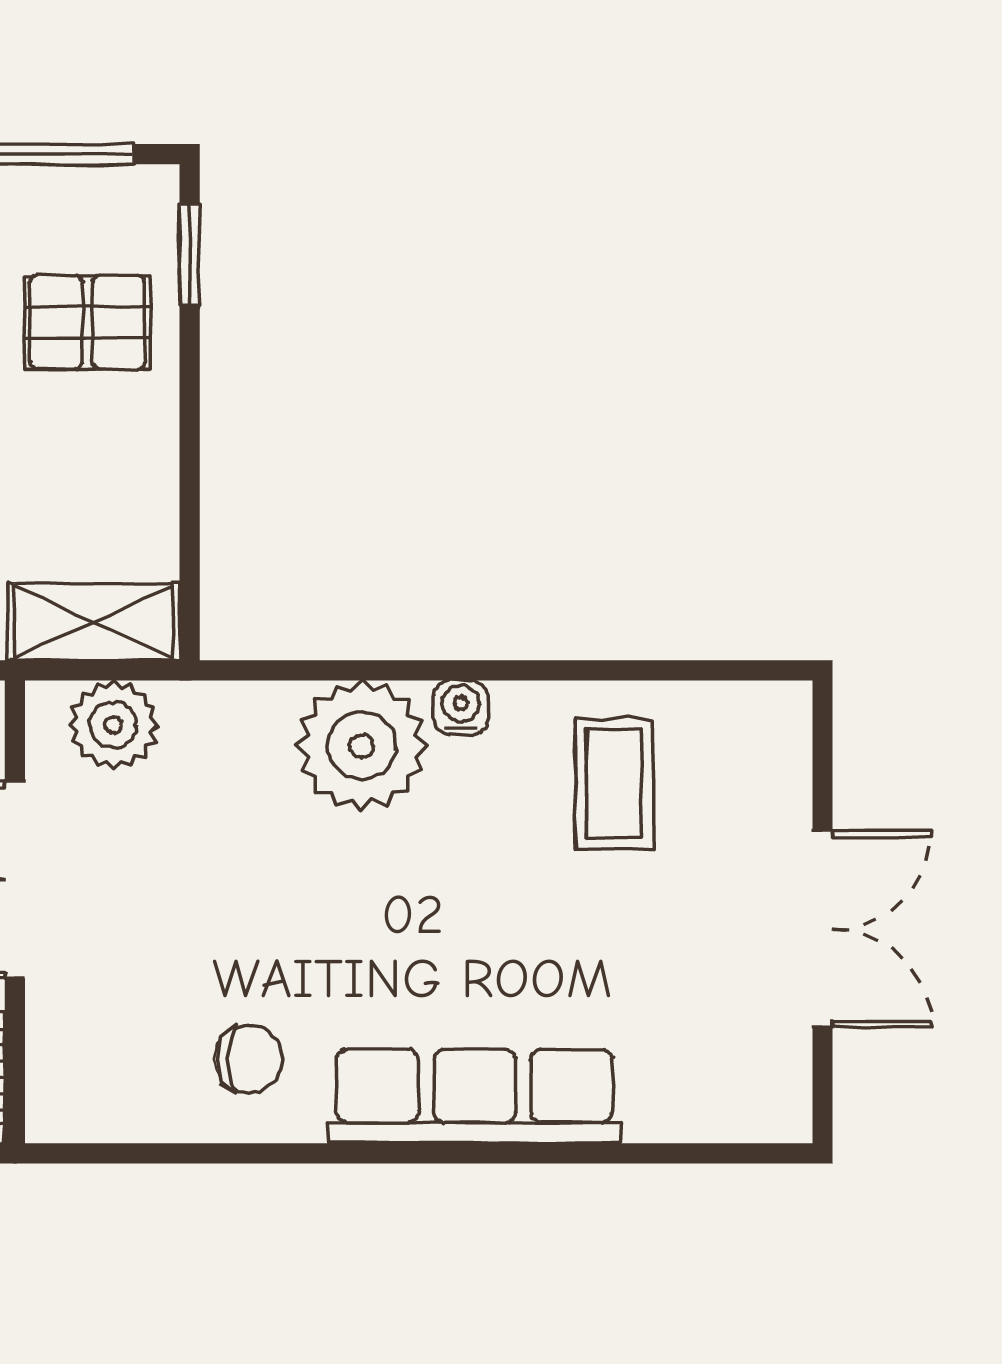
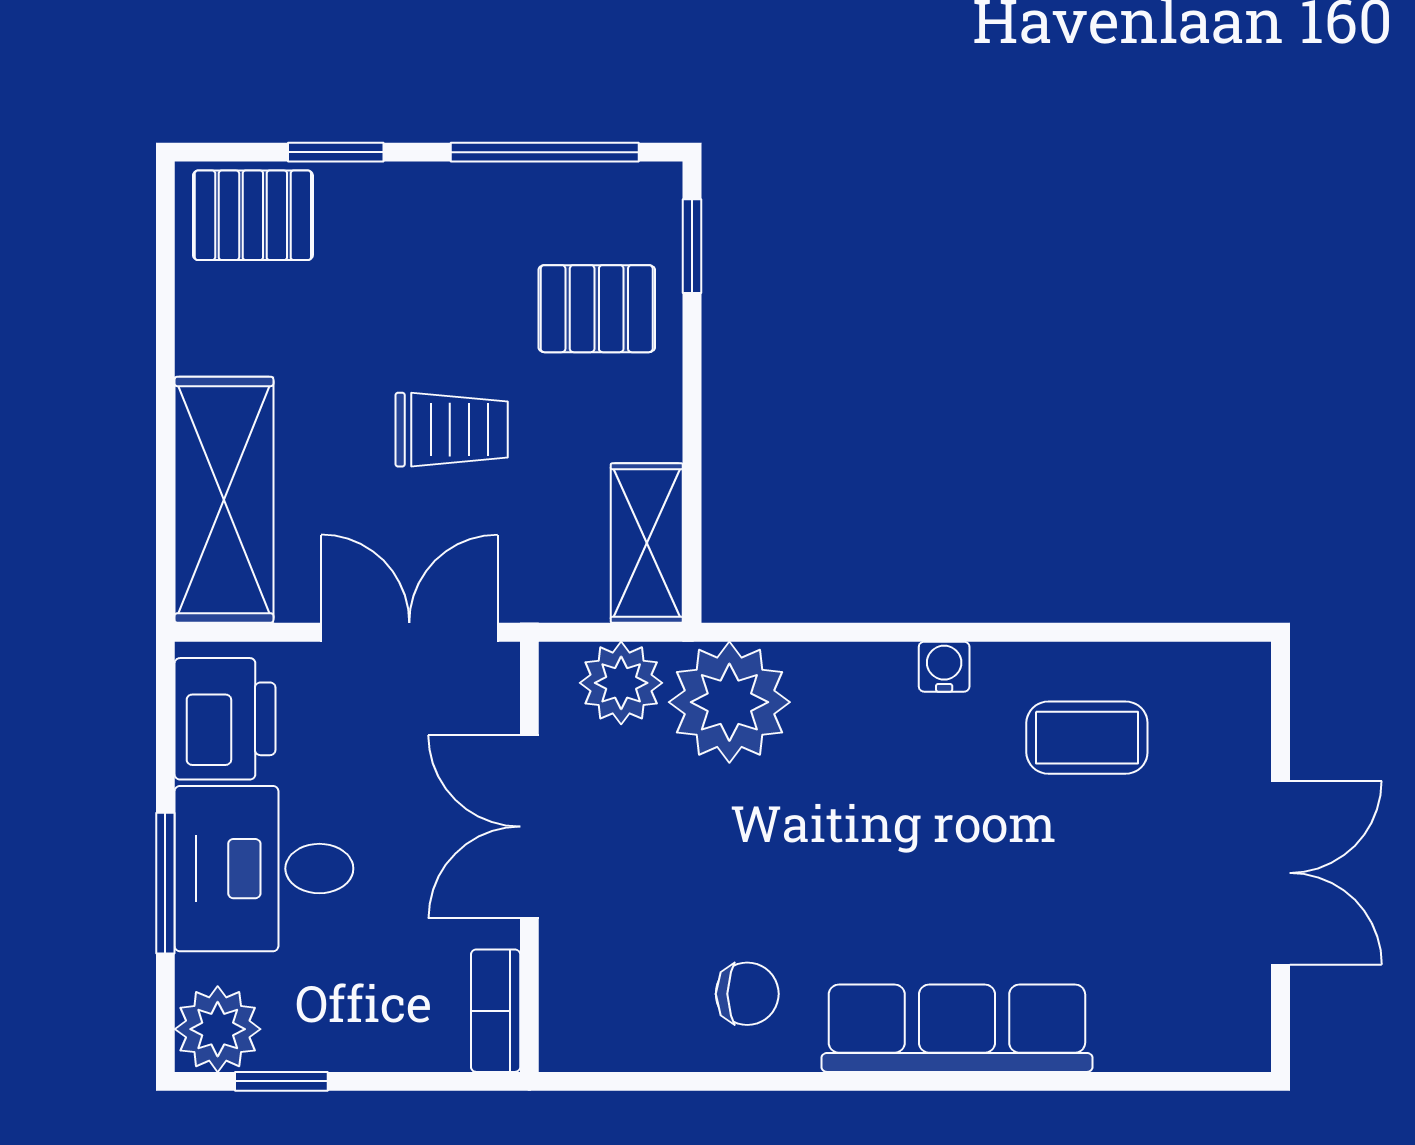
shelving: (94, 622) -> (647, 543), moved, turned 90
plant: (362, 746) -> (729, 702), moved
coffee table: (614, 784) -> (1087, 738), turned 90

